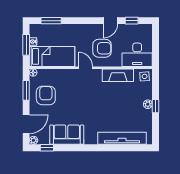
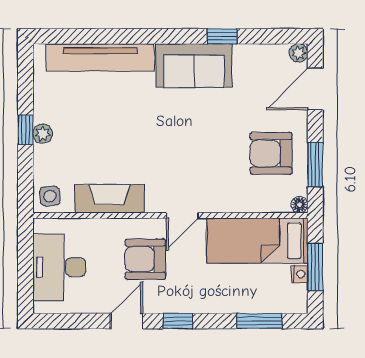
window: (132, 21) -> (178, 321), moved
desk: (137, 55) -> (59, 267), moved, turned -90
door: (85, 68) -> (182, 216), hinge flipped
armchair: (46, 95) -> (271, 153), turned 90
sofa: (67, 135) -> (194, 66), moved
window: (47, 148) -> (222, 36), moved

